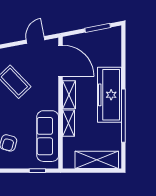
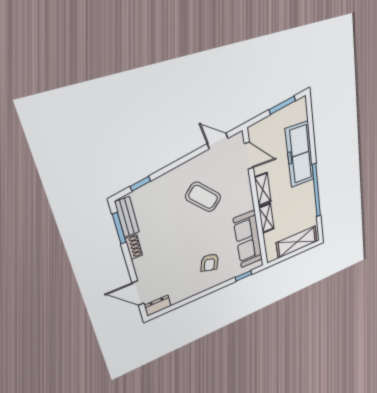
door: (35, 40) -> (218, 141), hinge flipped
door: (61, 61) -> (249, 156), width x0.73
freezer: (110, 95) -> (300, 155), moved

